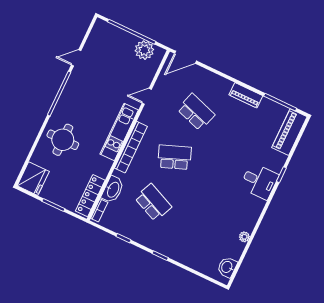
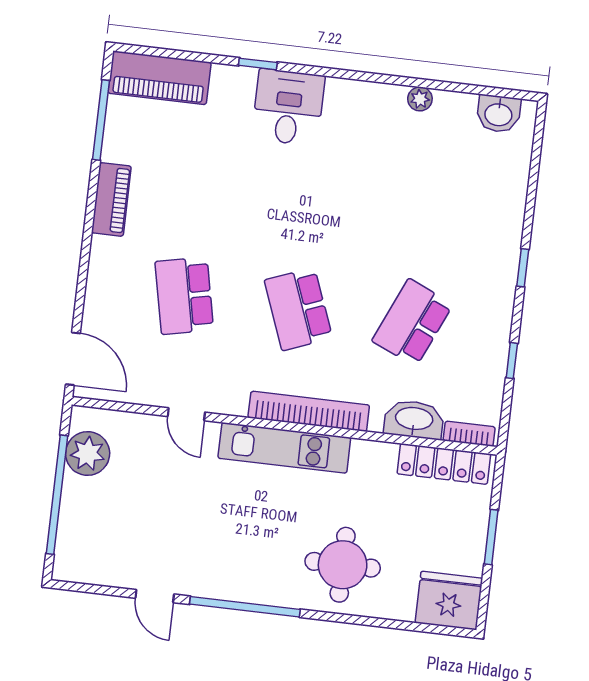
school desk: (196, 112) -> (184, 296), turned -30

